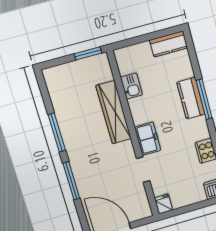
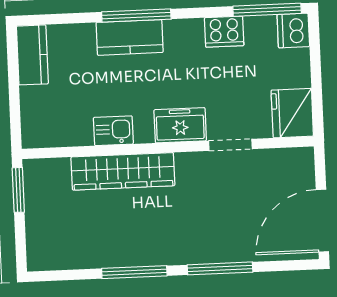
kitchen sink: (131, 86) -> (113, 131), moved
fridge: (164, 204) -> (292, 113), width x1.88, depth x1.34

